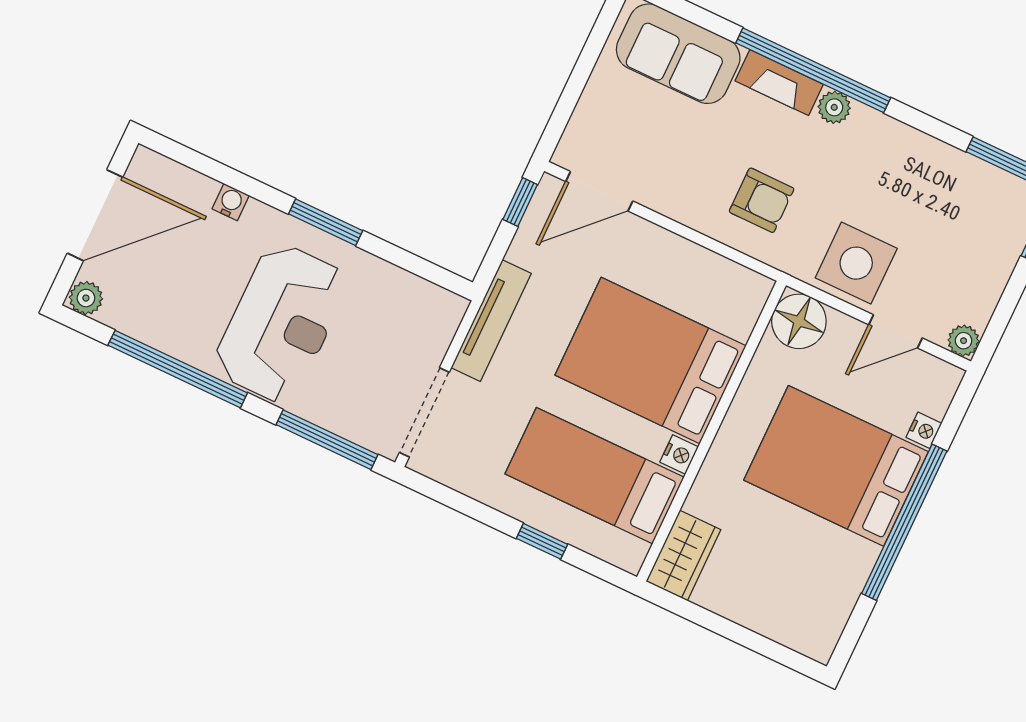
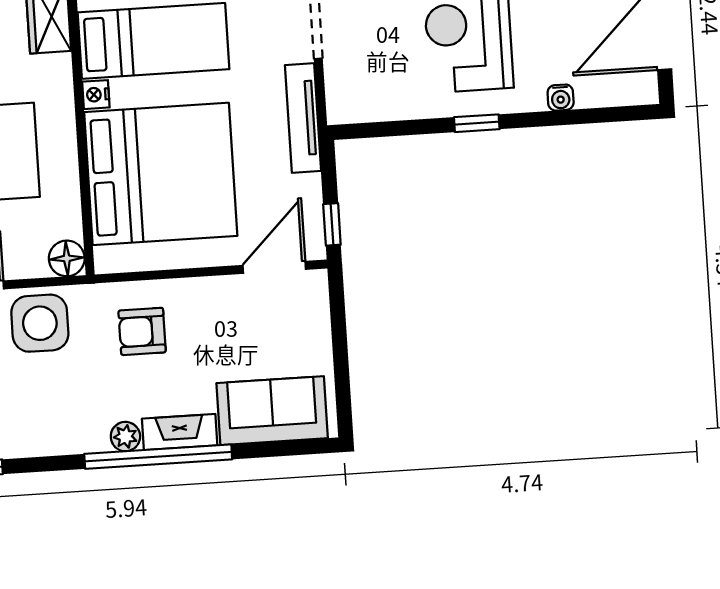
window: (326, 222) -> (477, 123), width x0.67
floor lamp: (799, 321) -> (67, 258), width x0.73, depth x0.73
bed: (651, 361) -> (161, 174), width x1.36

